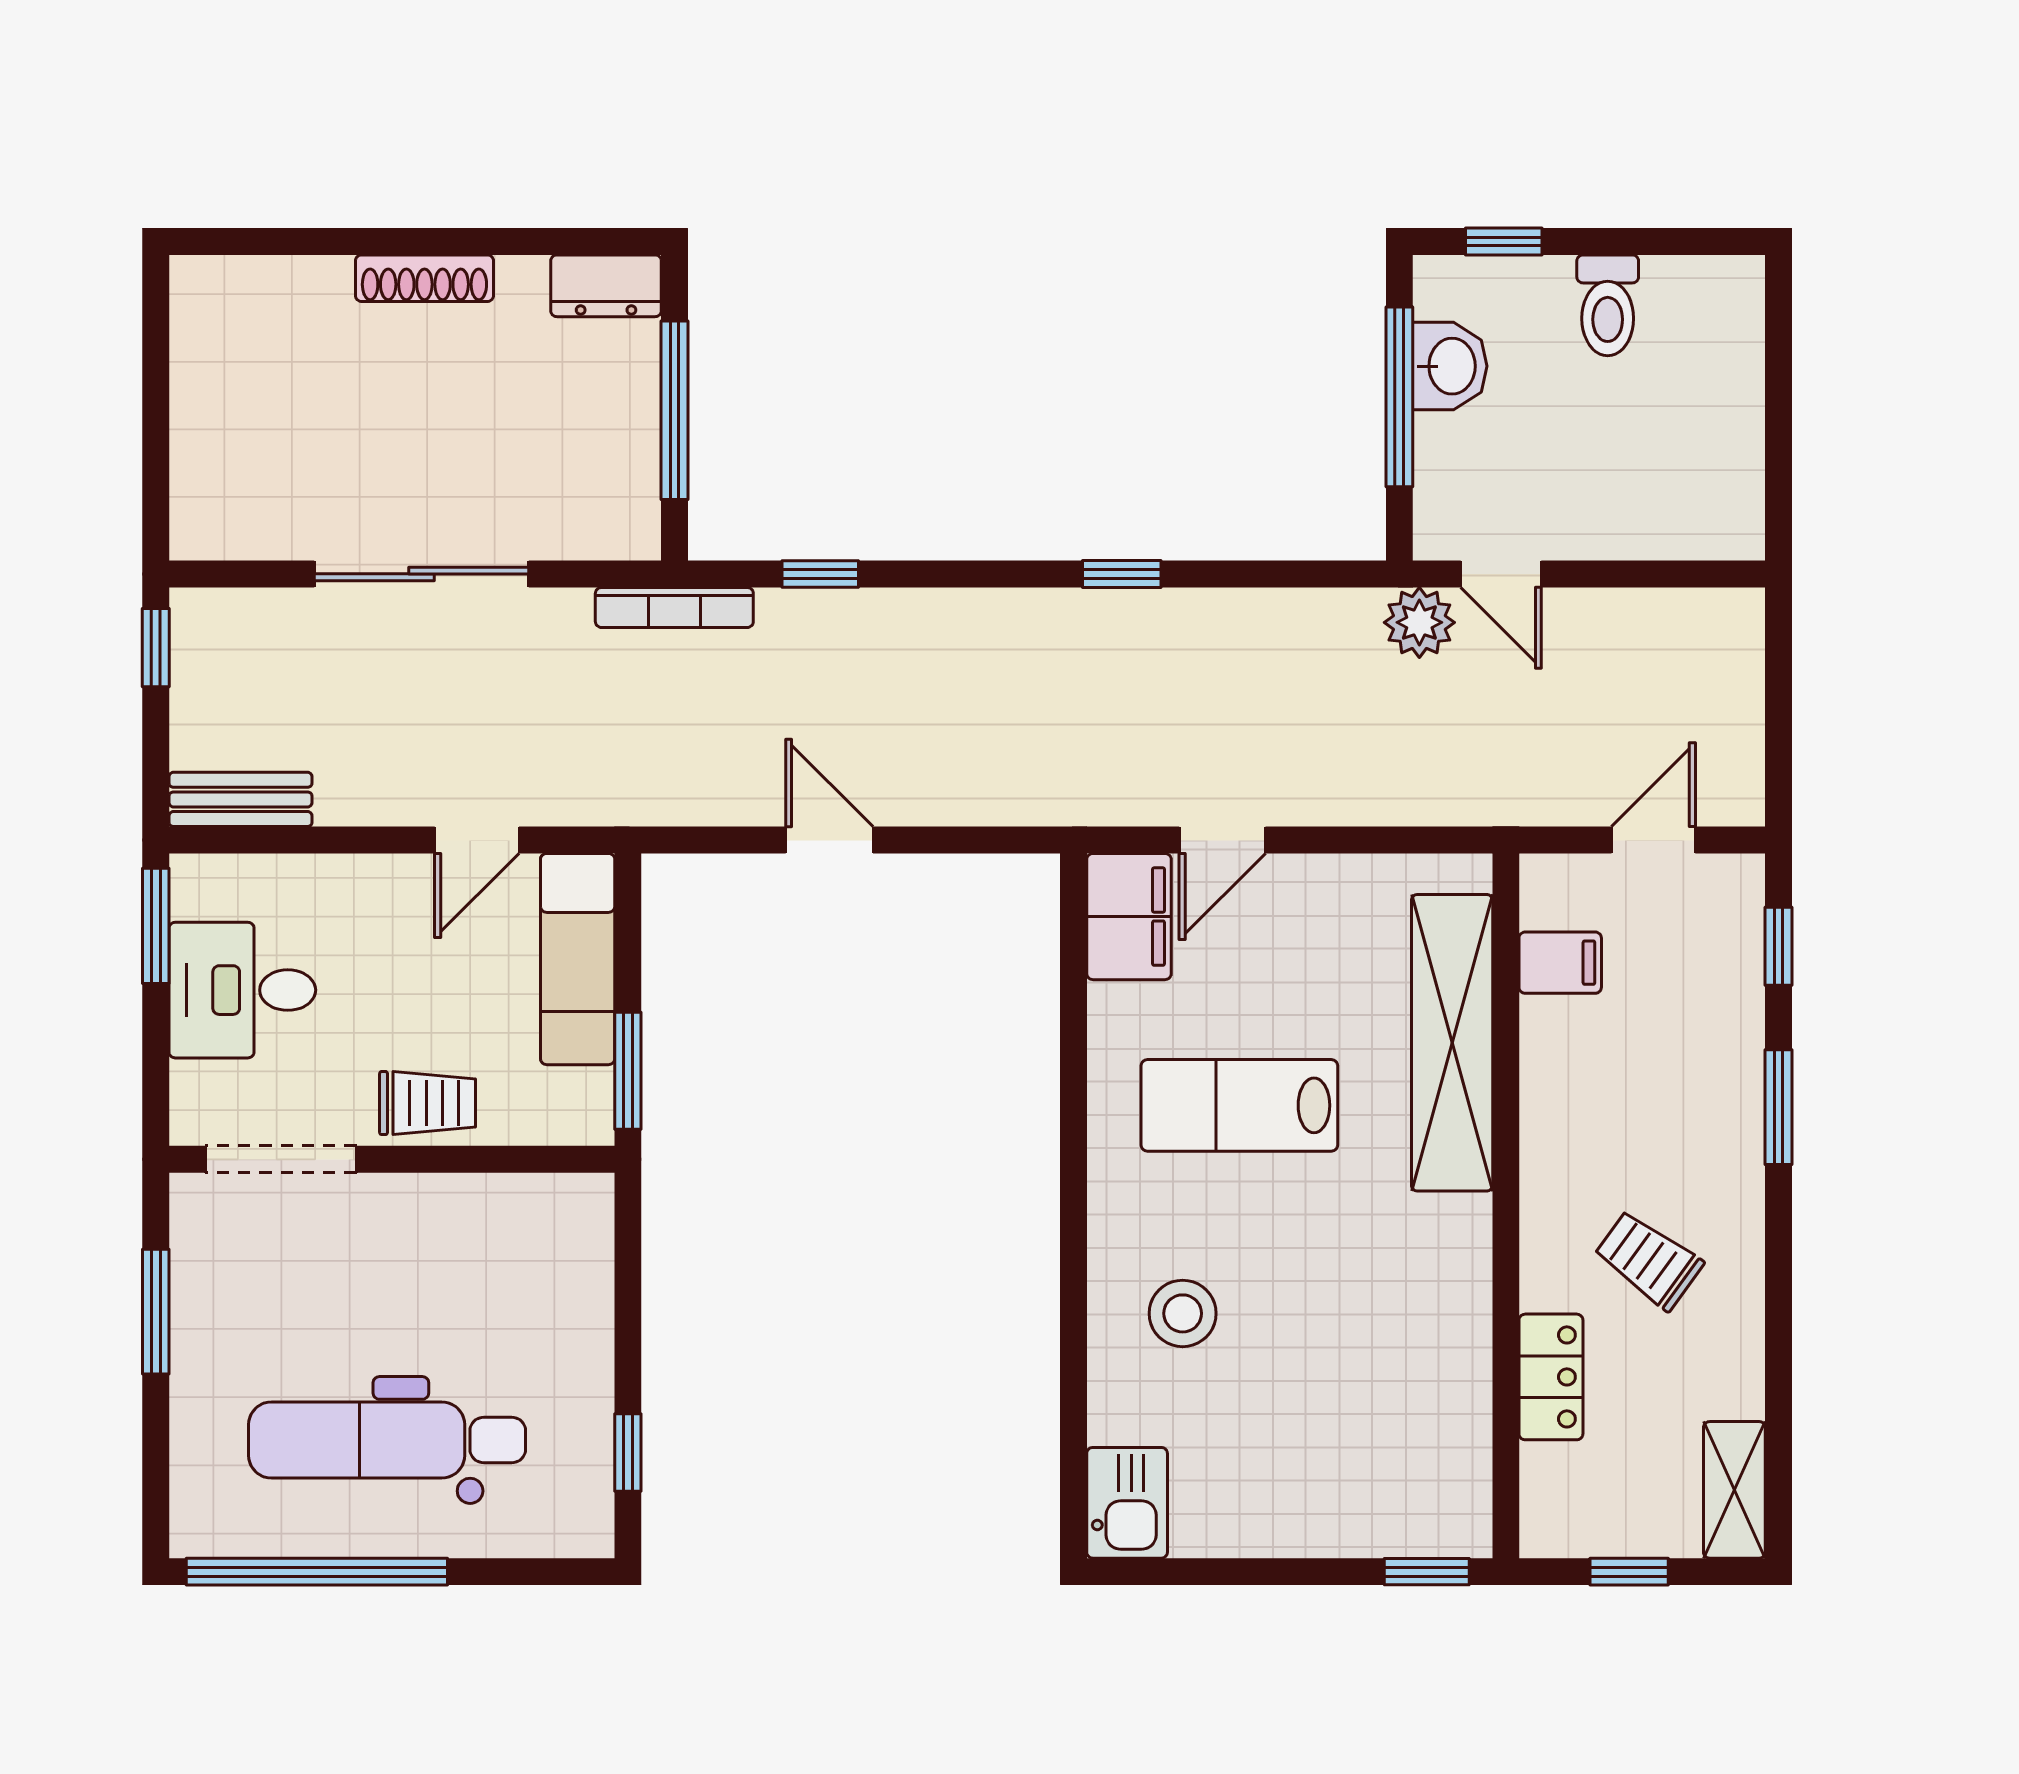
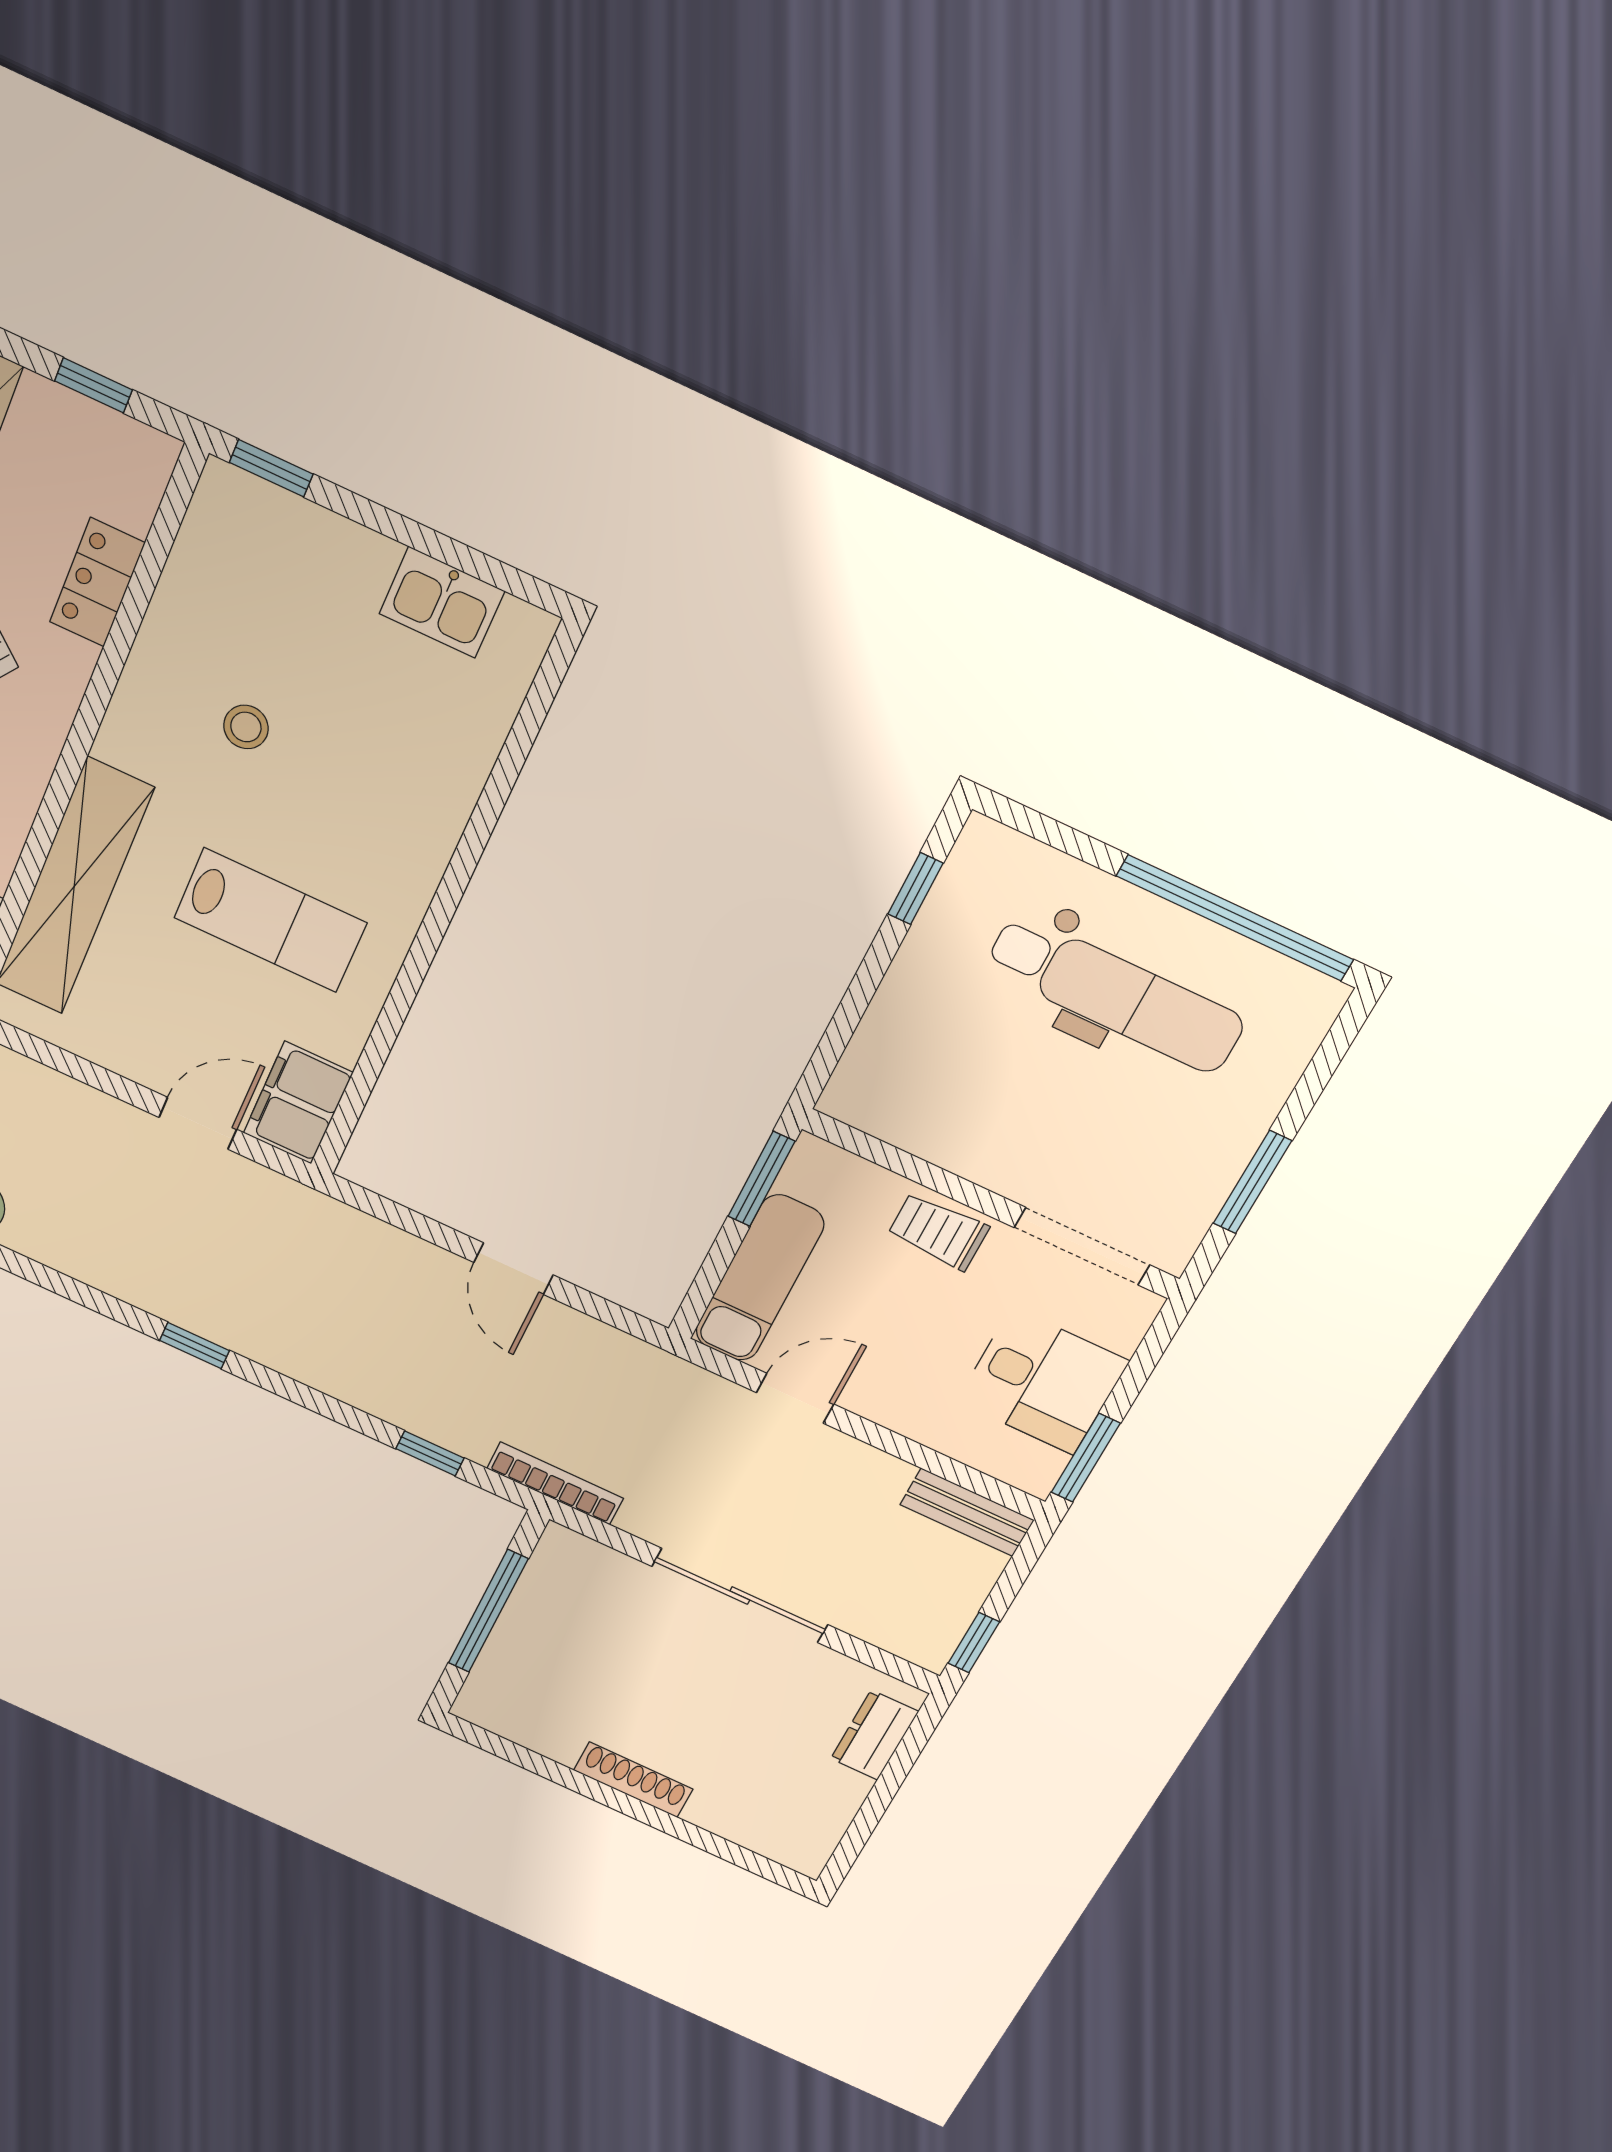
dresser: (606, 286) -> (874, 1735), moved, turned -90
stool: (1183, 1313) -> (246, 727), moved, width x0.73, depth x0.73
kitchen sink: (1127, 1503) -> (442, 602), moved, turned -90

